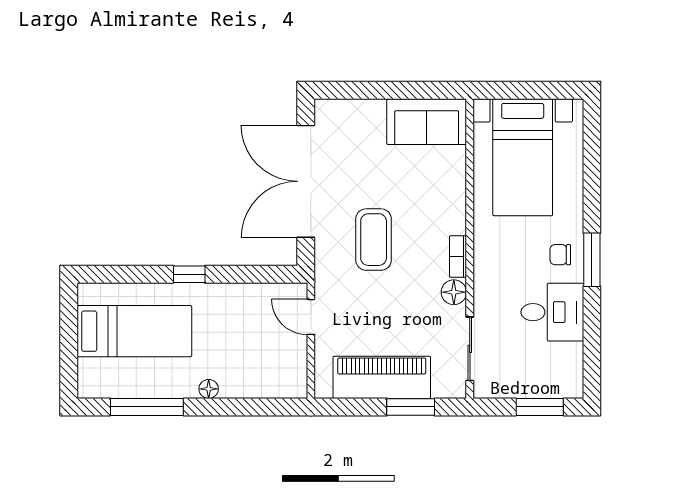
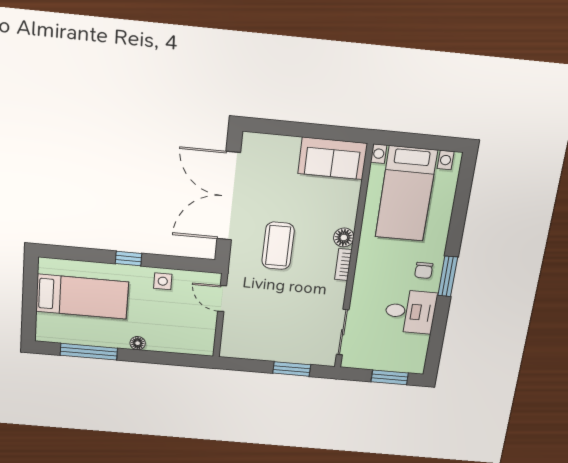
chair: (560, 255) -> (424, 270), turned -90
floor lamp: (454, 292) -> (344, 237), moved
side table: (234, 301) -> (163, 281), added
piano: (382, 377) -> (272, 347), removed

